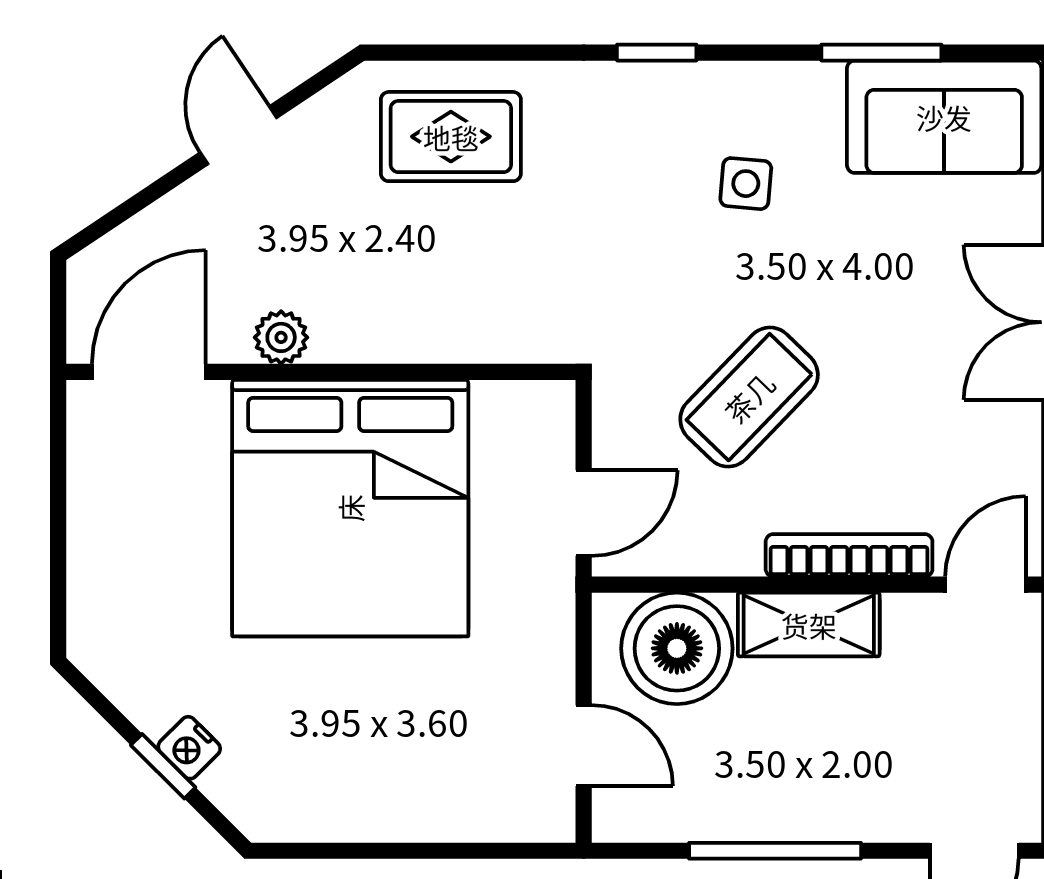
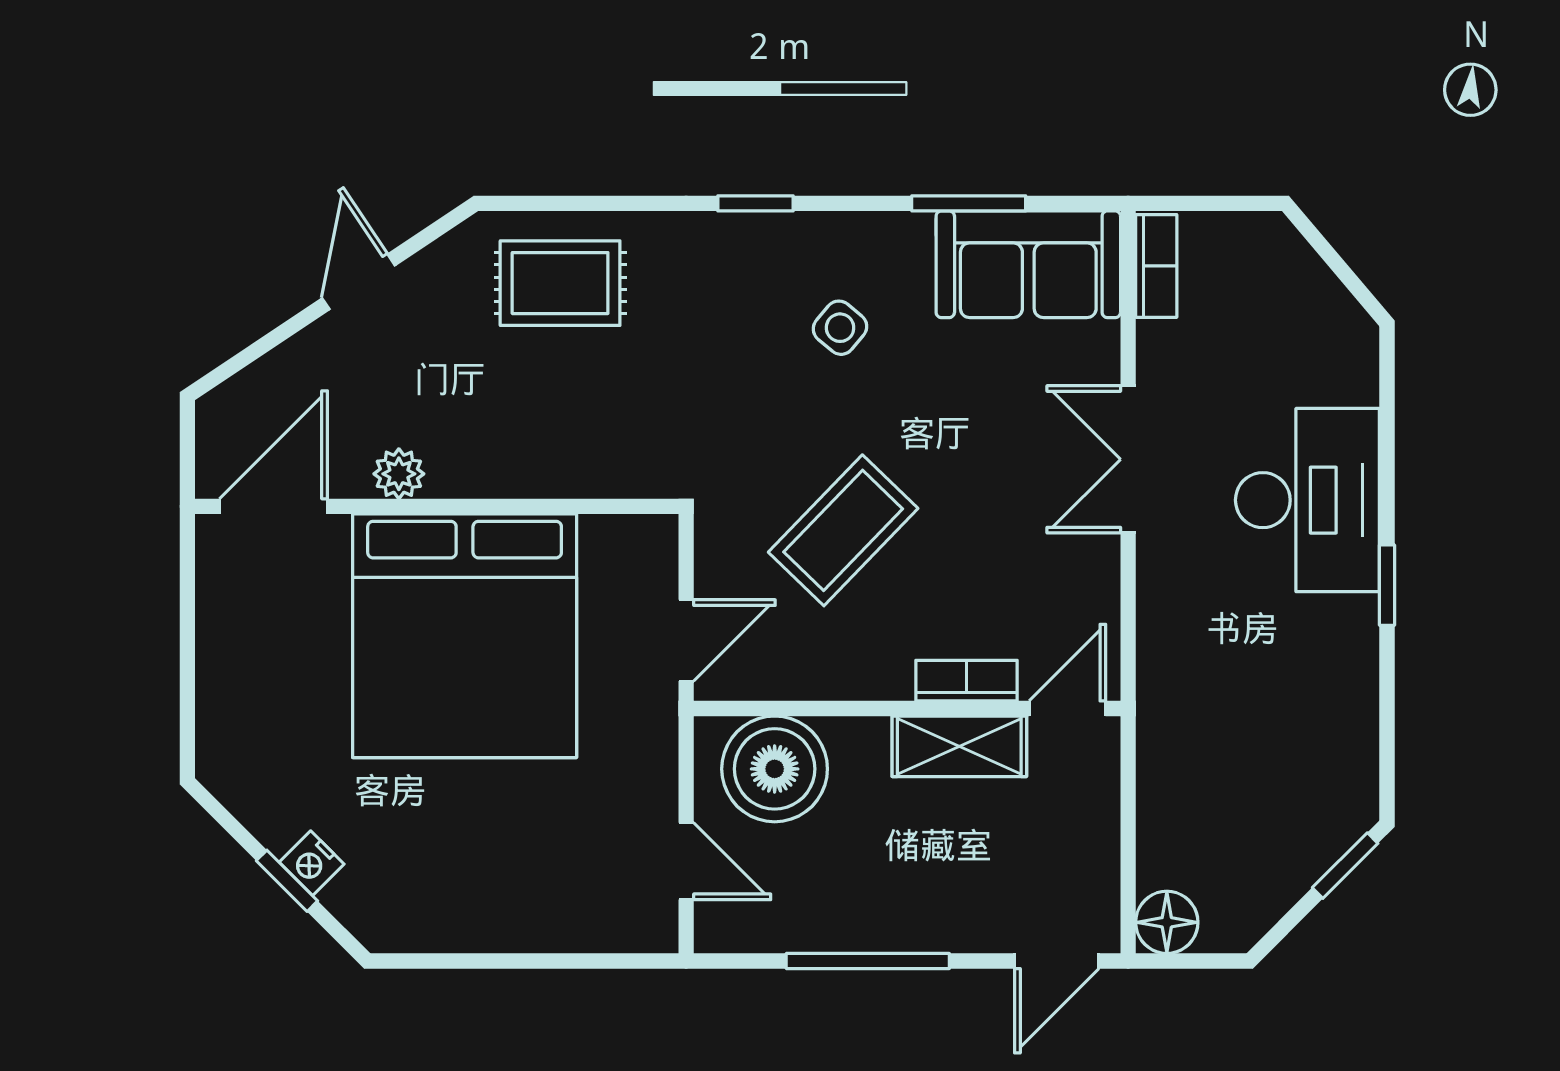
side table: (746, 184) -> (840, 328), turned 35
bookcase: (849, 555) -> (967, 681), width x0.64
shelving: (809, 625) -> (959, 746), moved

